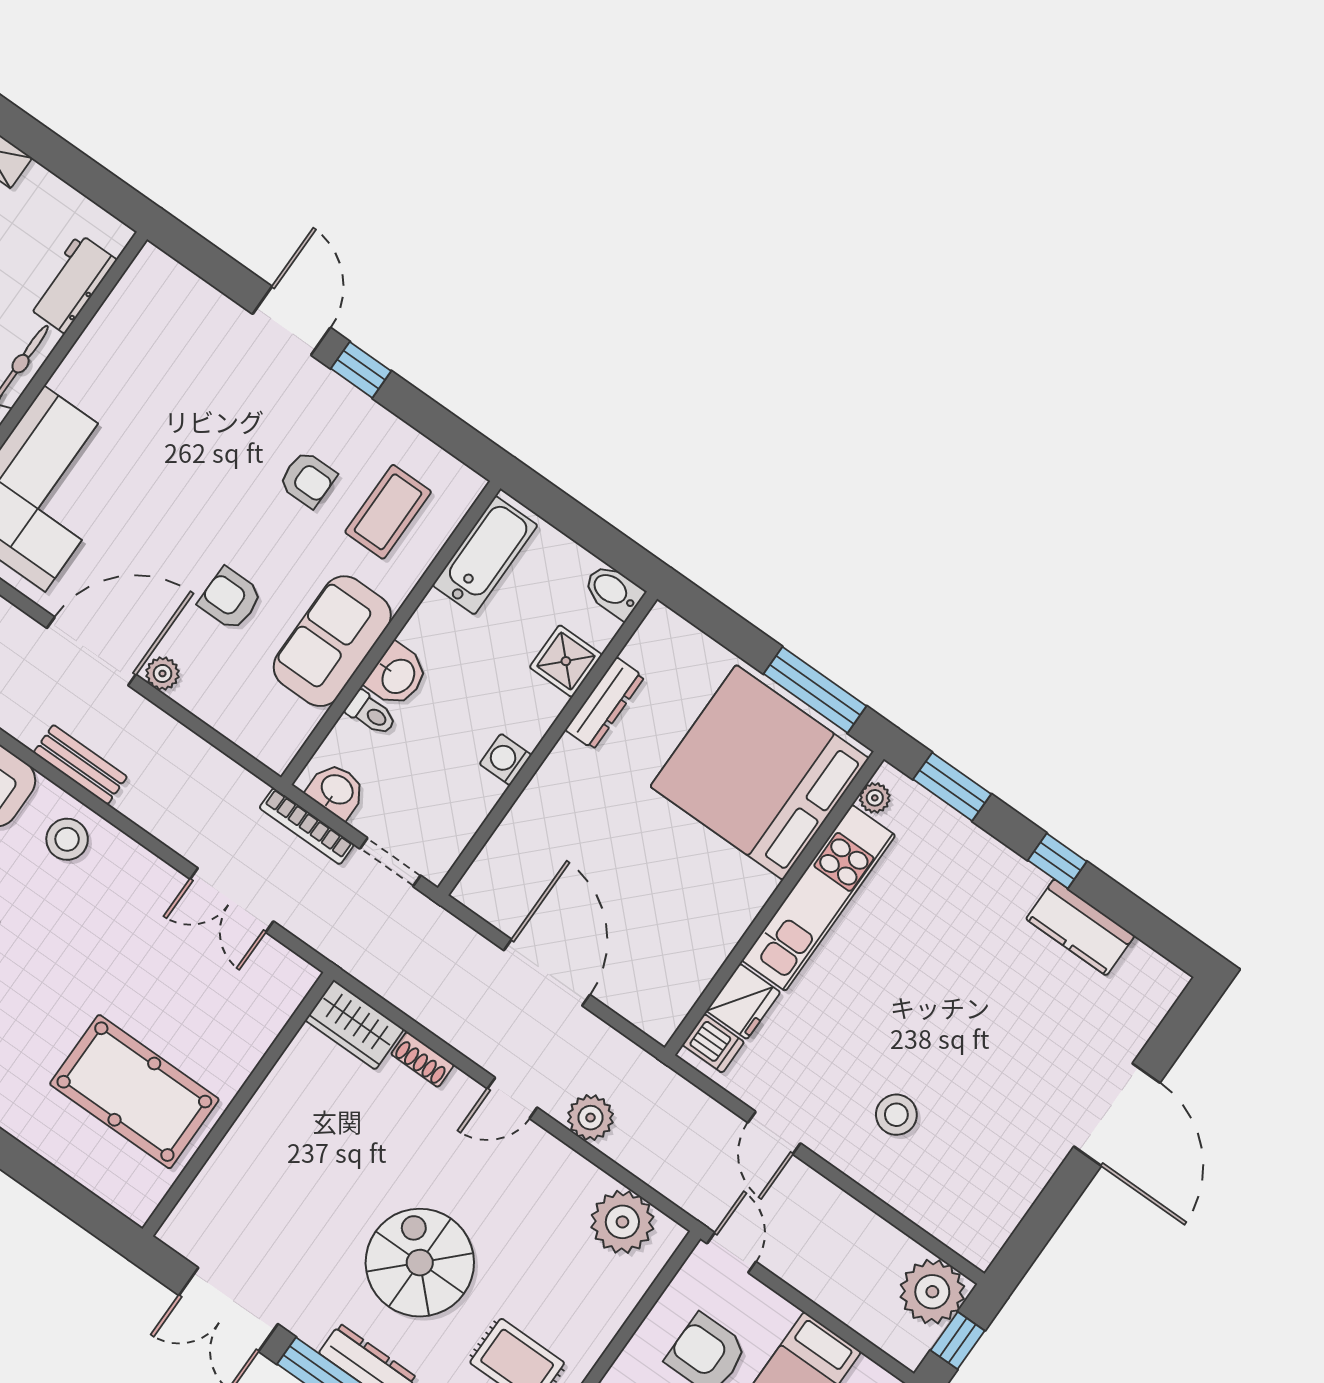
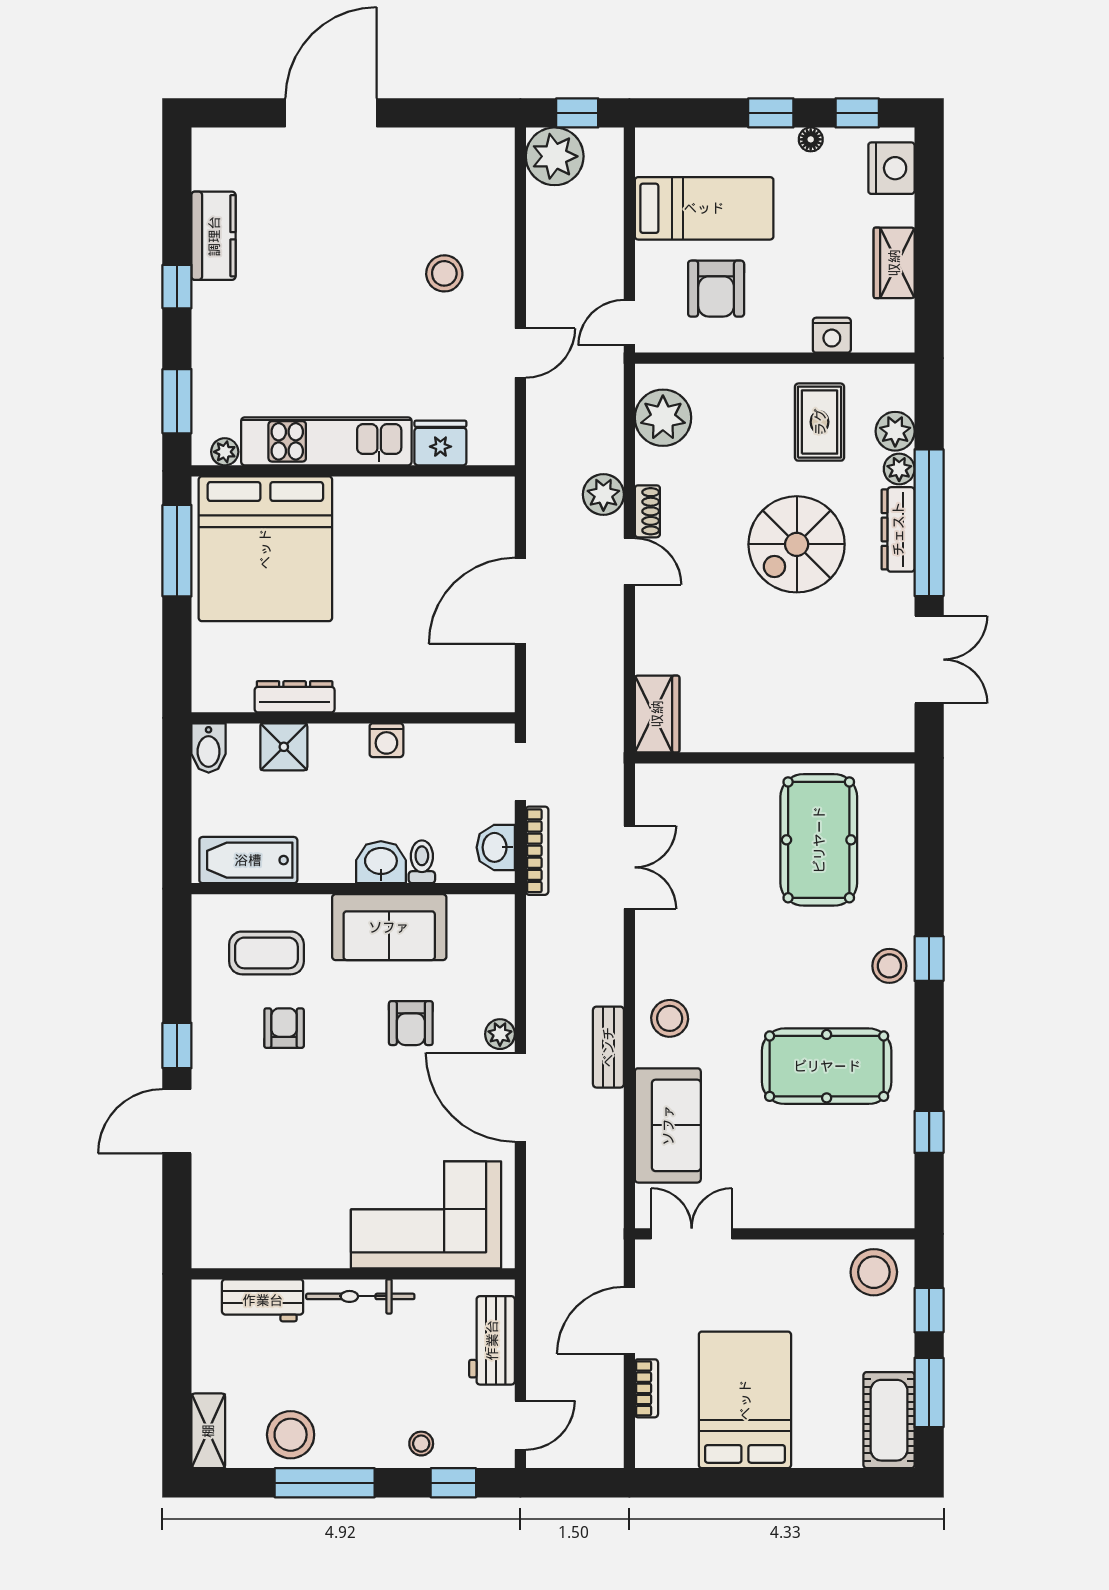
dishwasher: (713, 1043) -> (486, 443), removed
shoe rack: (422, 1059) -> (647, 511), moved

